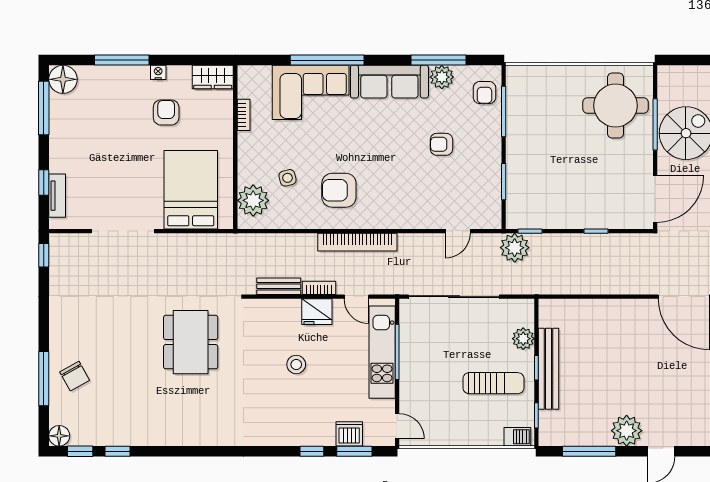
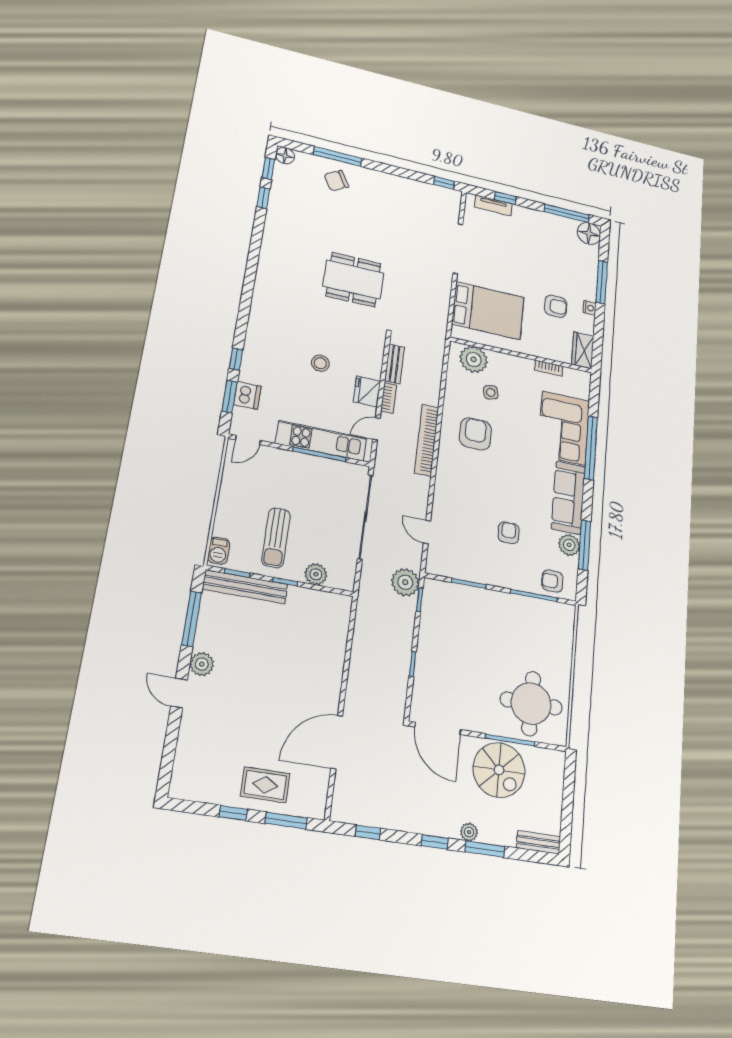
bench: (549, 369) -> (245, 587), moved
plant: (627, 431) -> (202, 664), width x0.73, depth x0.73

